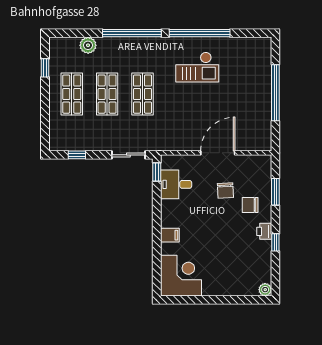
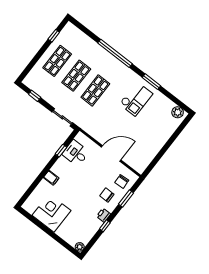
window: (200, 33) -> (151, 82), width x0.47
plant: (88, 45) -> (178, 112), moved
checkout: (197, 67) -> (136, 99), turned -90
window: (275, 93) -> (167, 145), removed
window: (157, 172) -> (61, 151), moved
chair: (225, 190) -> (122, 181), moved
corner desk: (181, 276) -> (52, 213), moved, turned -90

